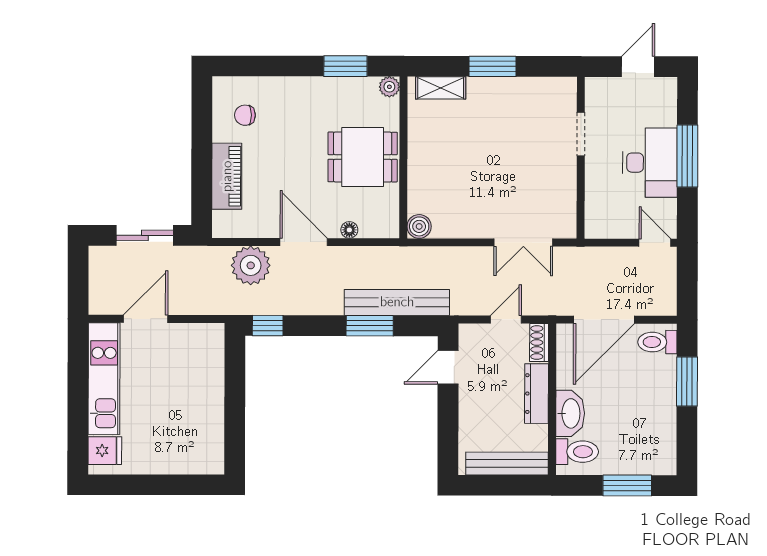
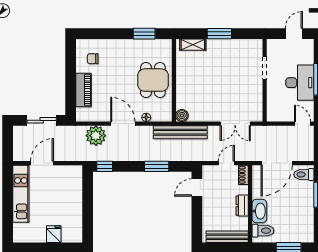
plant: (389, 87) -> (167, 44), removed
dining table: (363, 157) -> (153, 80), turned 90
bench: (397, 302) -> (180, 132), moved
dresser: (536, 394) -> (242, 206), width x0.70
fridge: (105, 451) -> (54, 234), moved, turned -90

